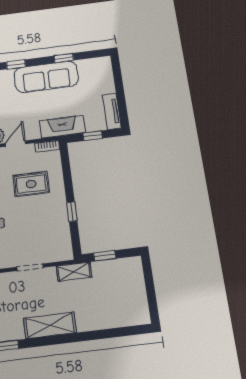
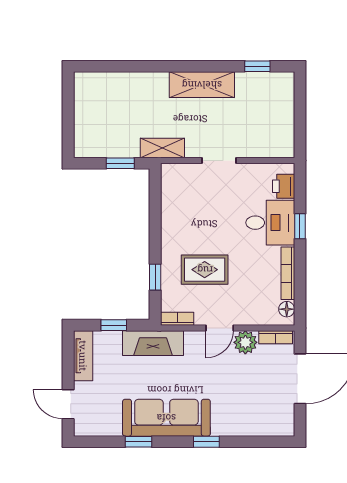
door: (118, 77) -> (68, 404), added
window: (72, 212) -> (155, 277), moved

